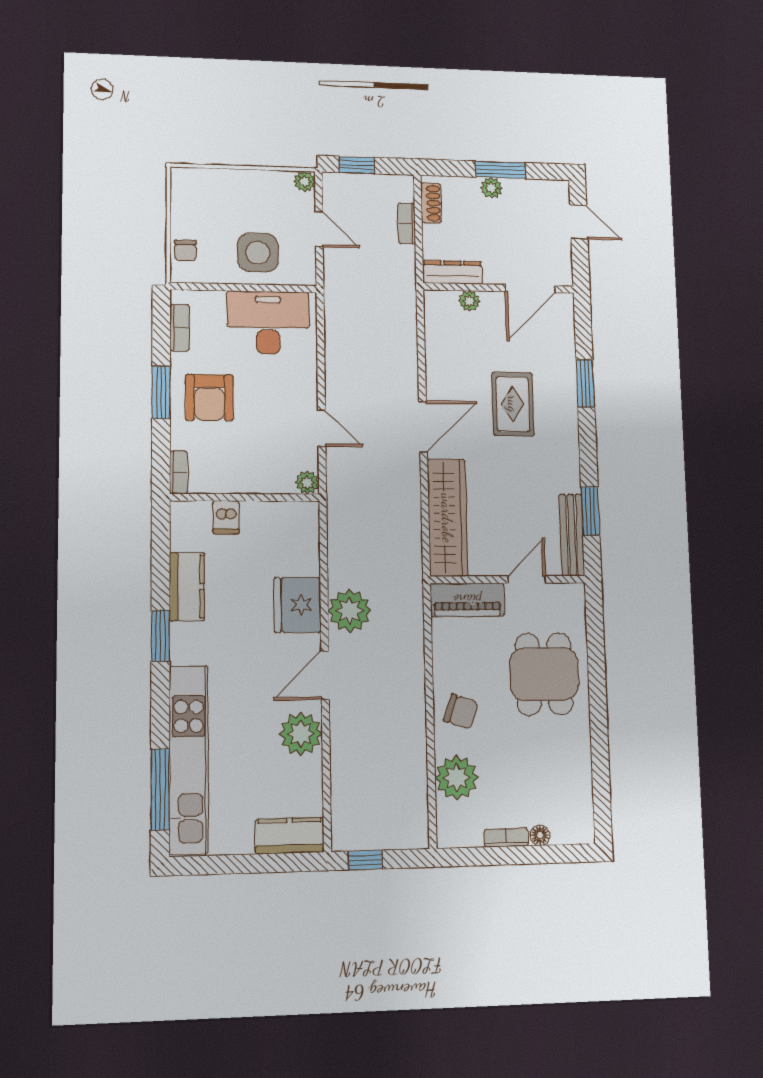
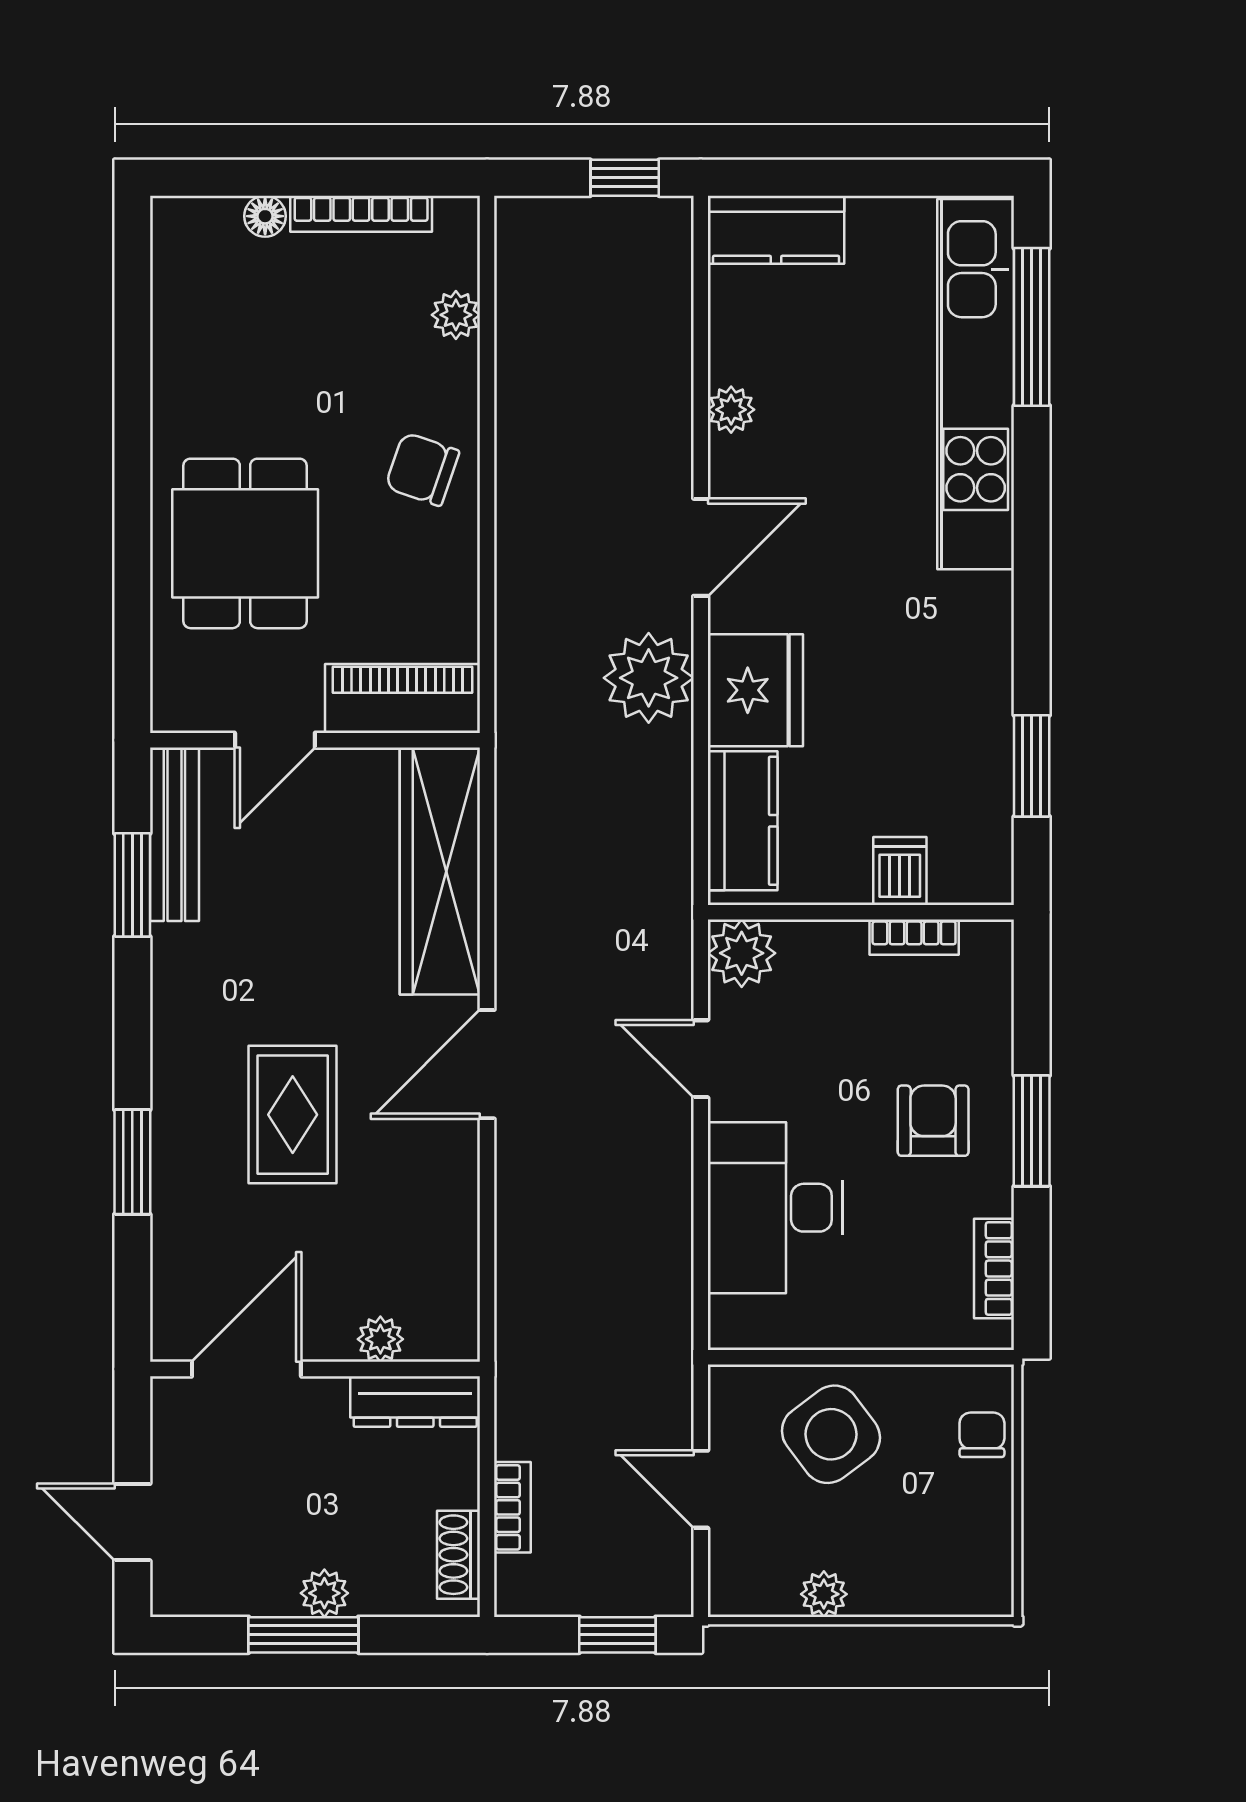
plant: (304, 181) -> (824, 1594), moved
side table: (258, 253) -> (831, 1434), turned -37
desk: (268, 323) -> (775, 1208), moved, turned 90
armchair: (209, 398) -> (933, 1121), width x0.72, depth x0.72
bookcase: (178, 472) -> (914, 937), moved, turned -90
plant: (307, 482) -> (742, 953), width x1.38, depth x1.38
kitchen counter: (187, 587) -> (743, 821), moved, turned 180
window: (160, 636) -> (1032, 766), moved
plant: (301, 734) -> (731, 410), width x0.53, depth x0.53
plant: (457, 778) -> (456, 315), width x0.53, depth x0.53
bookcase: (506, 838) -> (361, 214), width x1.56

